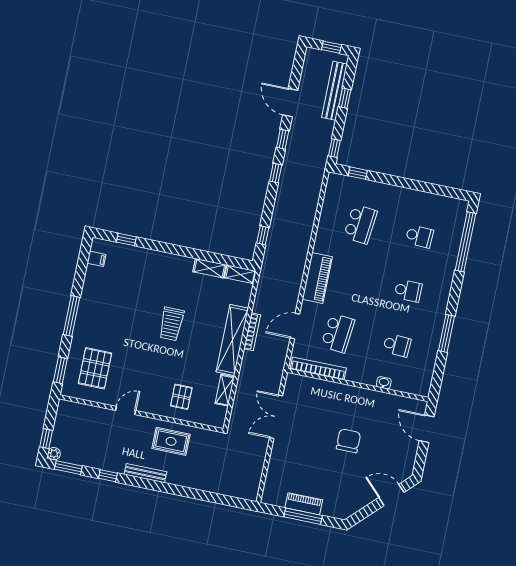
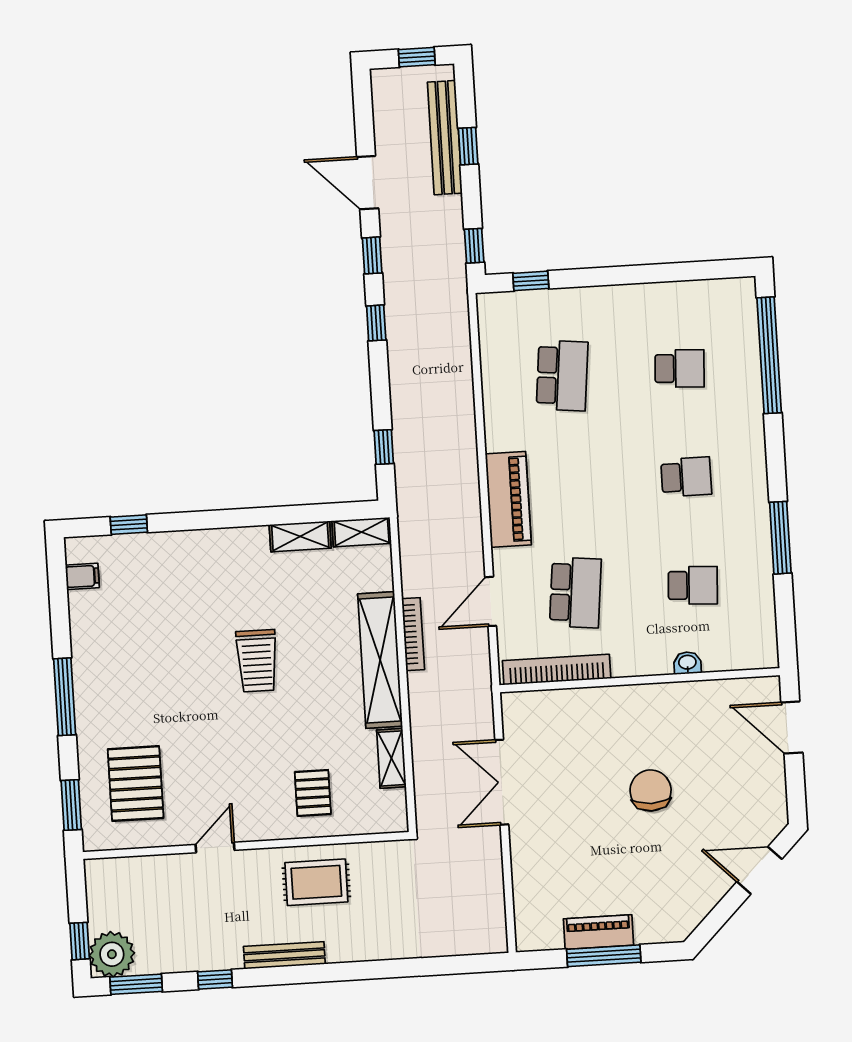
plant: (54, 454) -> (112, 954), width x1.87, depth x1.87

